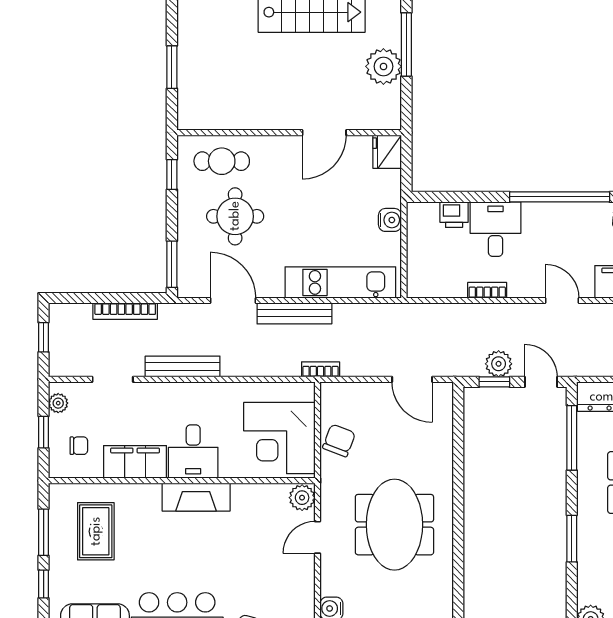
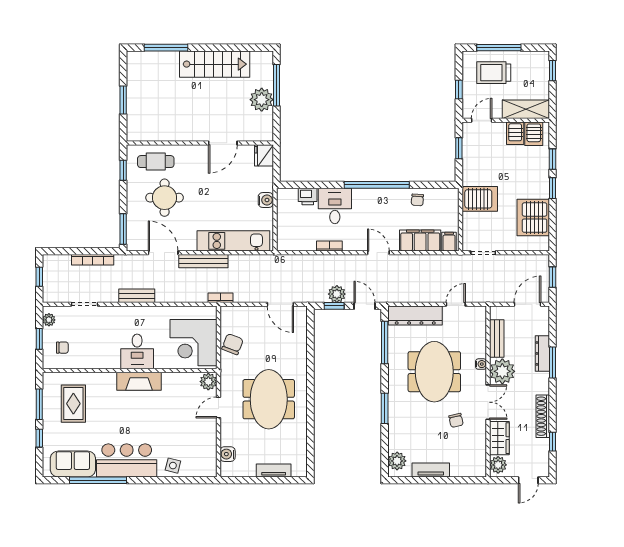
bench: (183, 367) -> (137, 296), width x0.73
filing cabinet: (135, 462) -> (99, 358), removed

